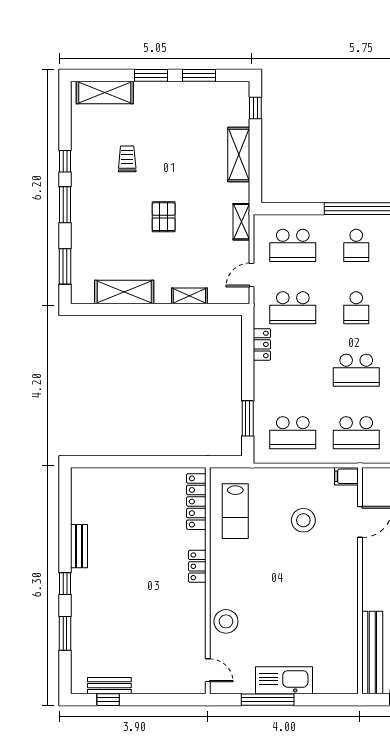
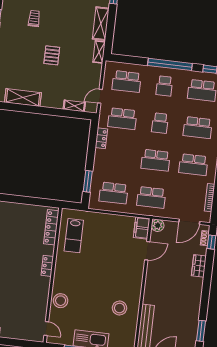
shelving: (241, 222) -> (99, 52), moved
shelving: (189, 296) -> (74, 106), moved
filing cabinet: (346, 476) -> (142, 228), width x2.00
plant: (372, 478) -> (158, 225), added
stool: (303, 520) -> (119, 308), moved

